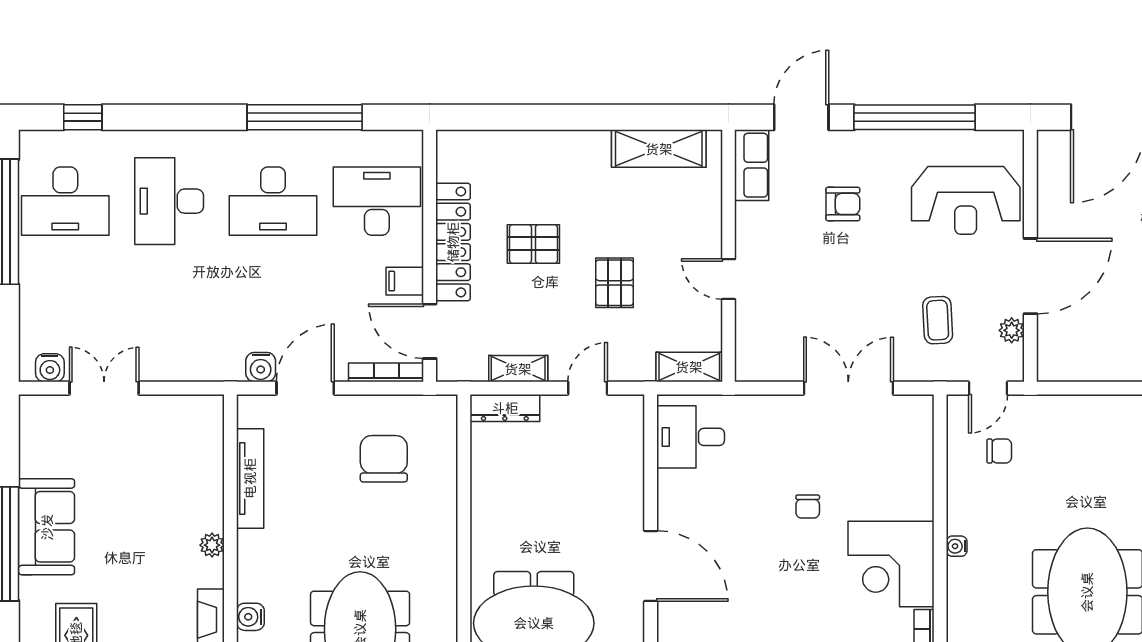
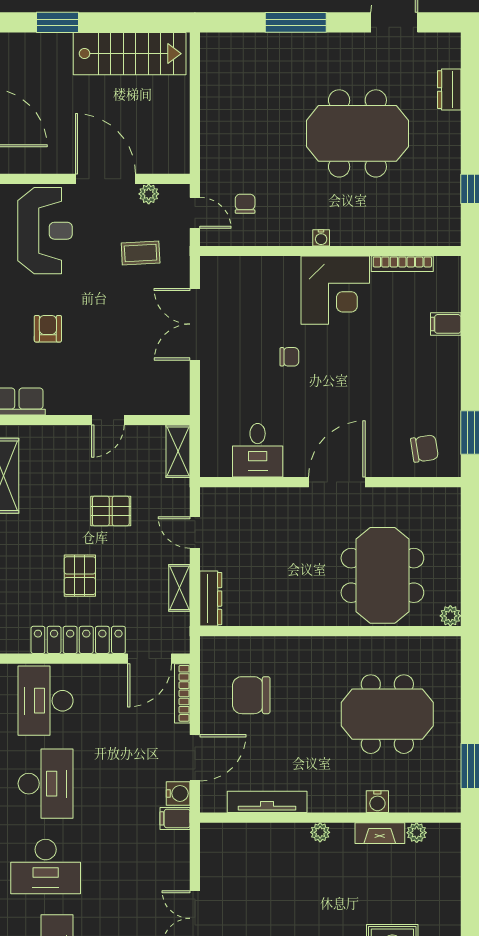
filing cabinet: (405, 281) -> (175, 818), moved, turned 90
door: (305, 388) -> (195, 758), swing flipped
desk: (691, 437) -> (258, 450), moved

